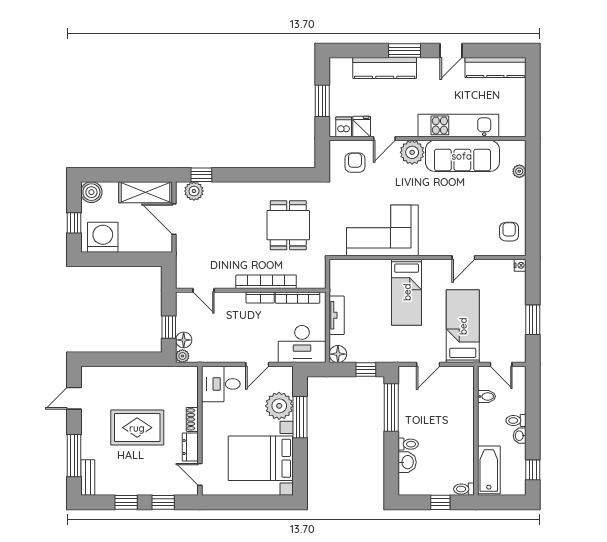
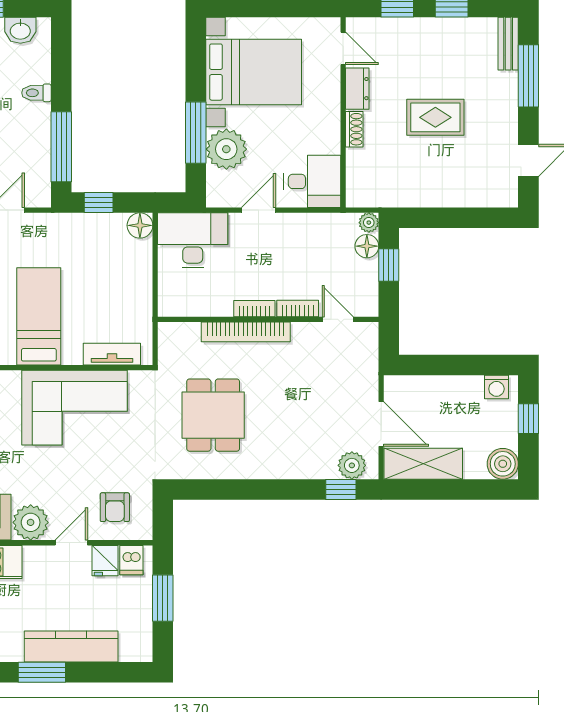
washing machine: (103, 237) -> (496, 387), width x0.53, depth x0.53
bookcase: (297, 298) -> (298, 308), moved, width x0.64
tv unit: (337, 315) -> (112, 354), moved, turned 90
rug: (137, 428) -> (435, 117), width x0.73, depth x0.70
washbasin: (407, 462) -> (20, 30), moved, turned -90

